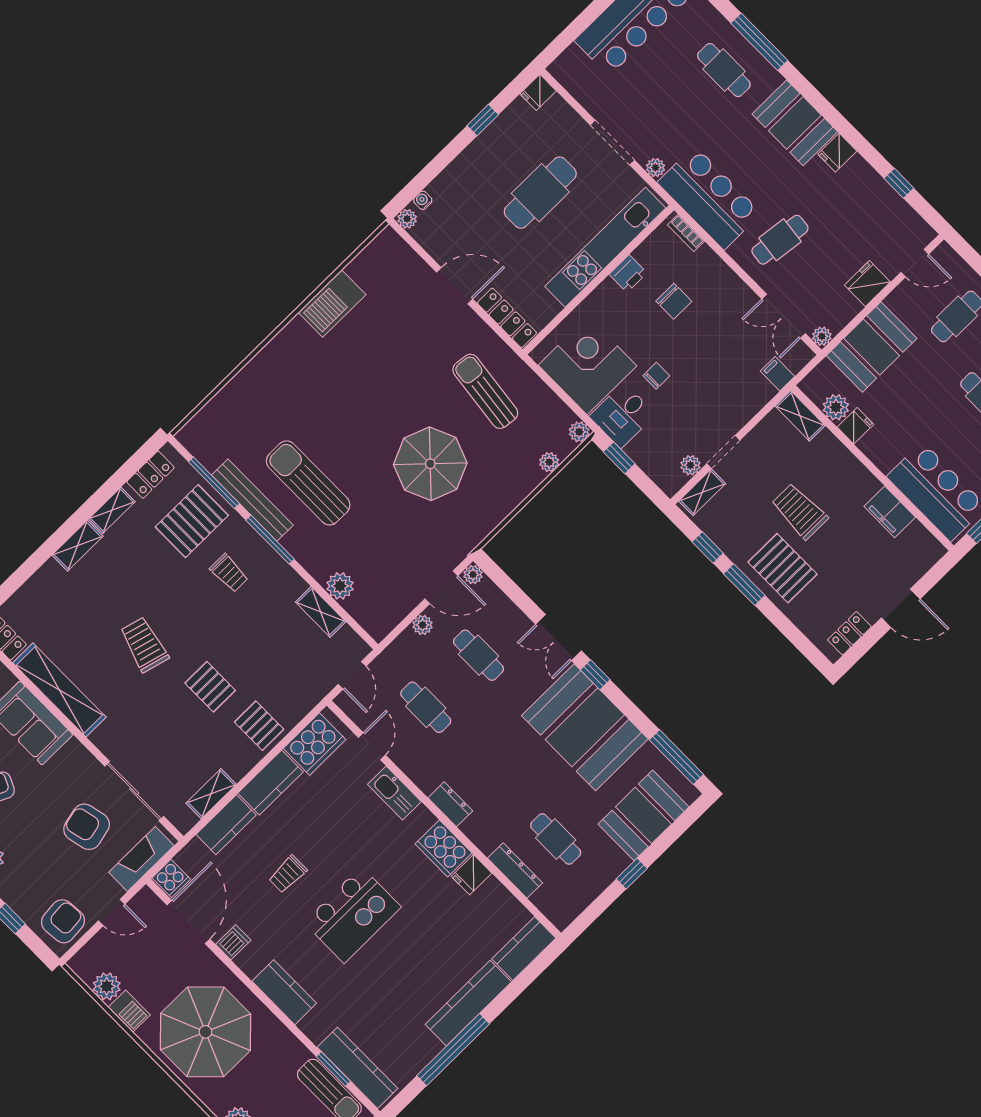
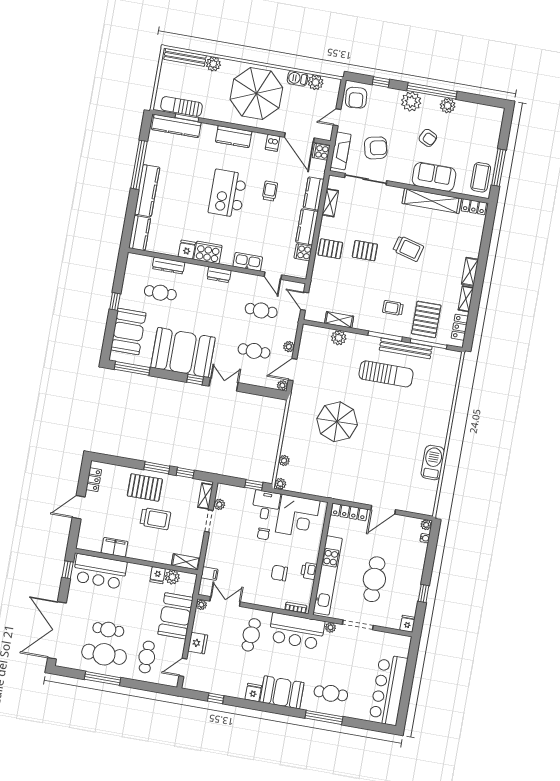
sun lounger: (485, 391) -> (336, 472), removed
cooker: (315, 744) -> (303, 252), width x0.53, depth x0.76

